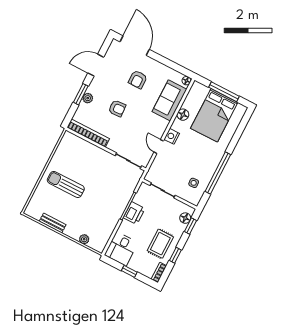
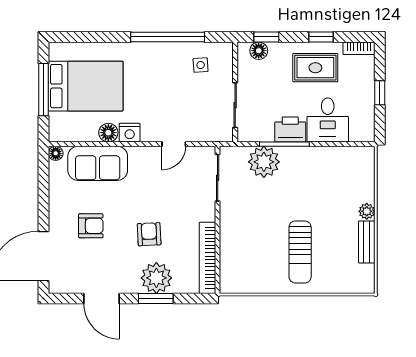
plant: (88, 98) -> (156, 278), width x1.87, depth x1.87
nightstand: (172, 136) -> (130, 133), moved
plant: (124, 190) -> (264, 162), added
plant: (84, 239) -> (367, 211), moved
desk: (121, 249) -> (328, 120), moved, turned 90

